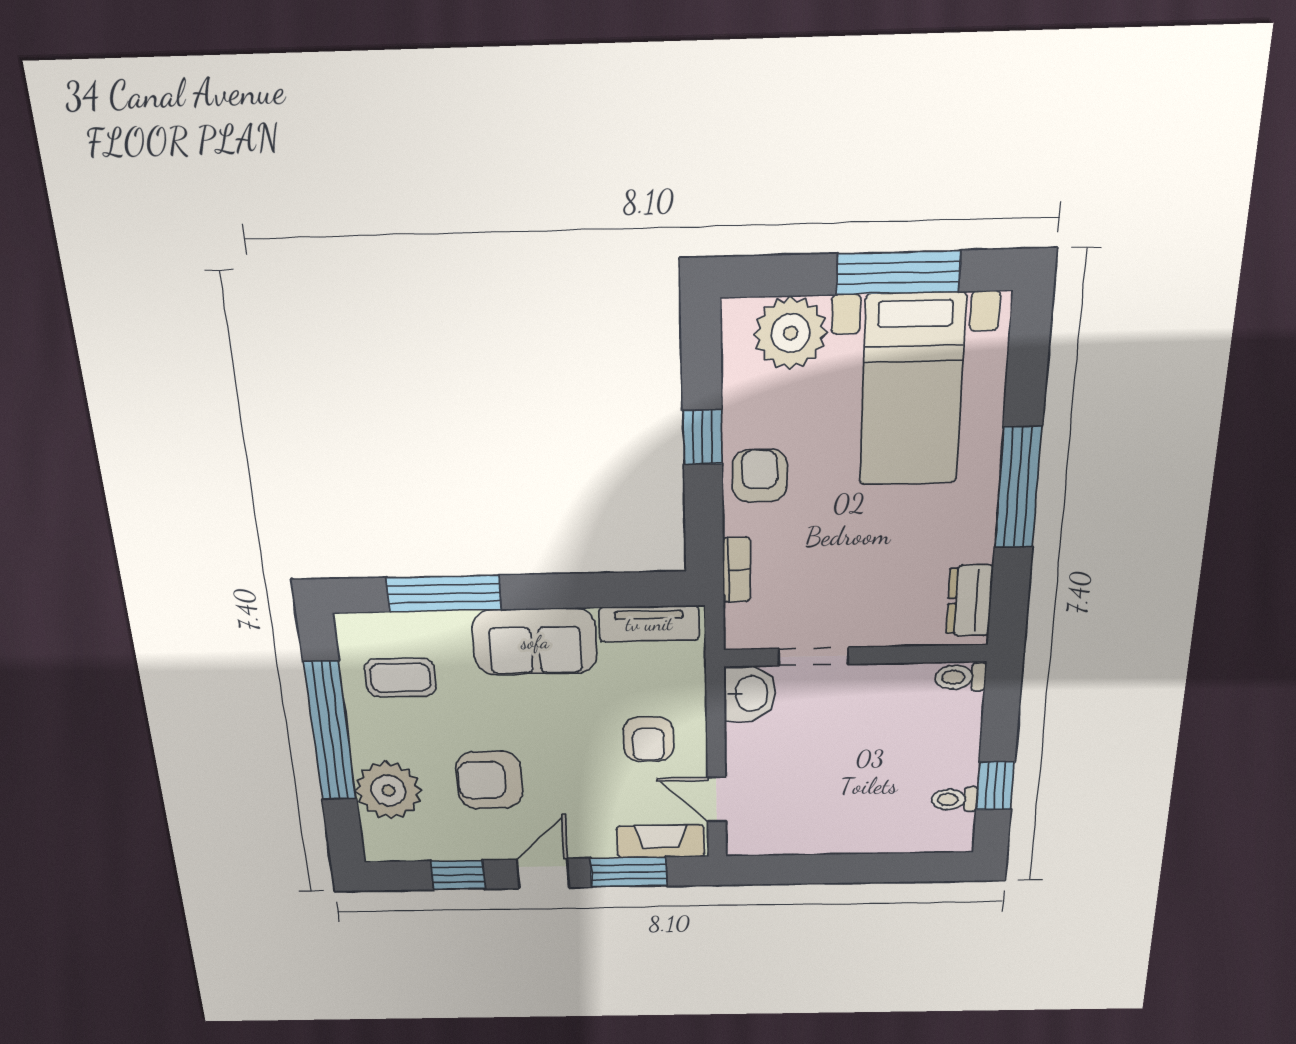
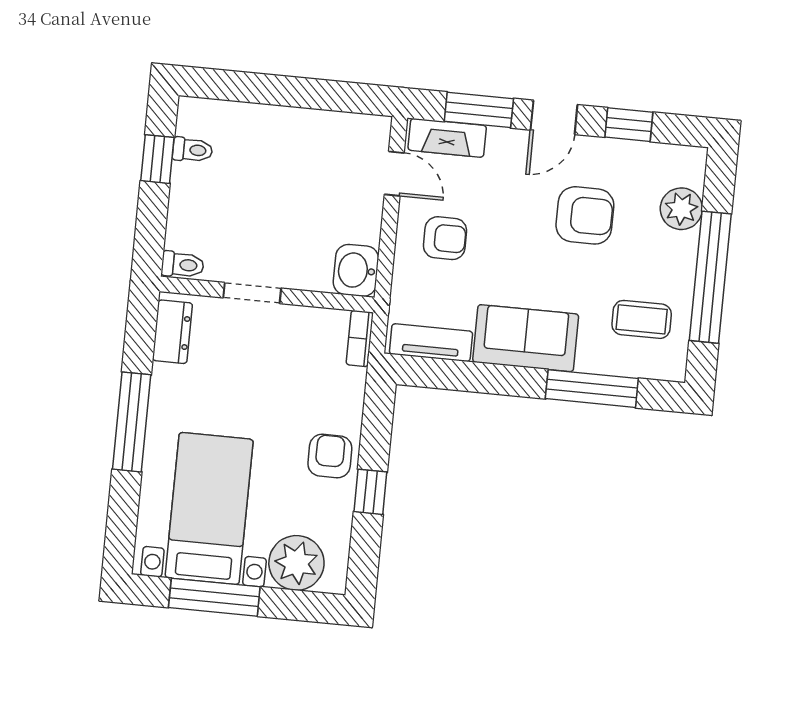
armchair: (760, 476) -> (330, 456), turned 180
bookcase: (737, 570) -> (360, 339), moved
doorway: (814, 656) -> (252, 293), moved
armchair: (648, 739) -> (445, 238), turned 90
plant: (388, 790) -> (681, 209), width x0.73, depth x0.73

